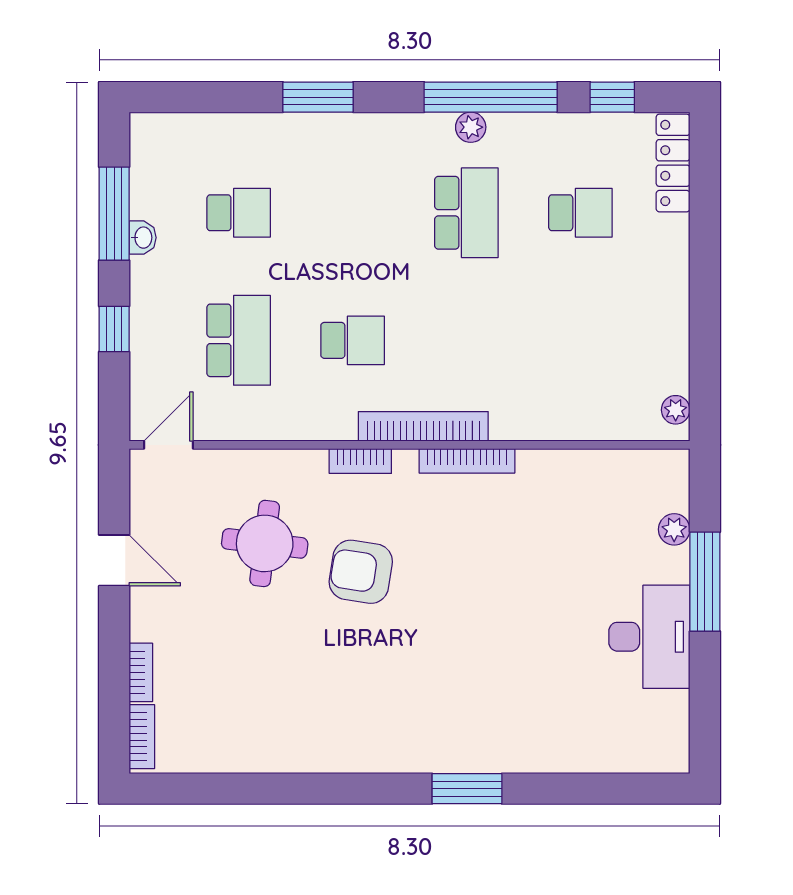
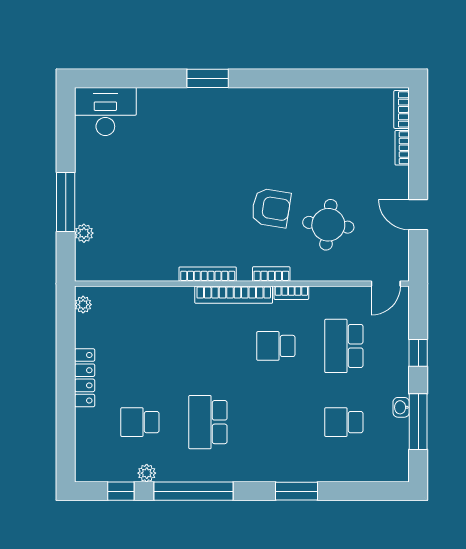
plant: (471, 127) -> (147, 473), moved
locker: (673, 163) -> (85, 378), moved
bookcase: (327, 430) -> (291, 293), added
desk: (649, 637) -> (105, 112), moved, turned 90

